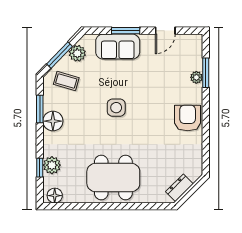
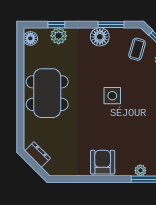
armchair: (188, 118) -> (103, 162), turned -90

